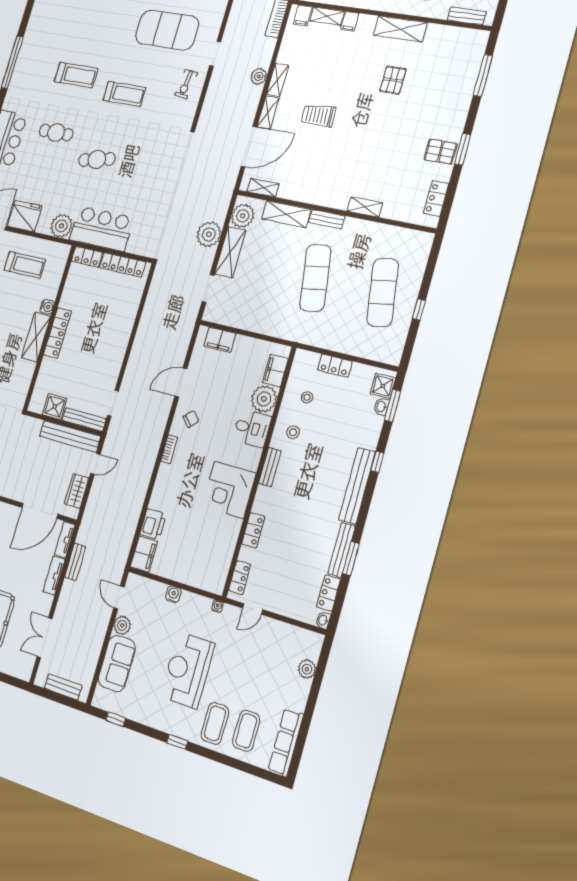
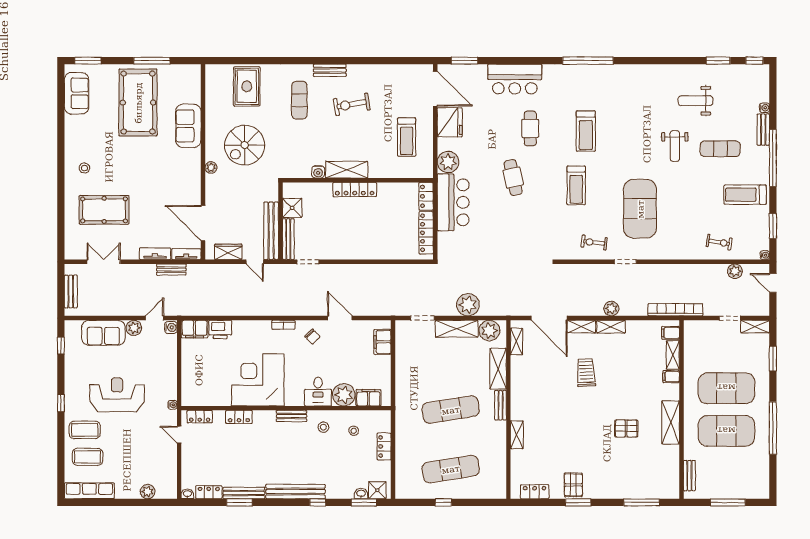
water cooler: (47, 307) -> (318, 172), moved
corner desk: (229, 490) -> (258, 380), width x1.36, depth x1.36
water cooler: (173, 594) -> (171, 327), moved

